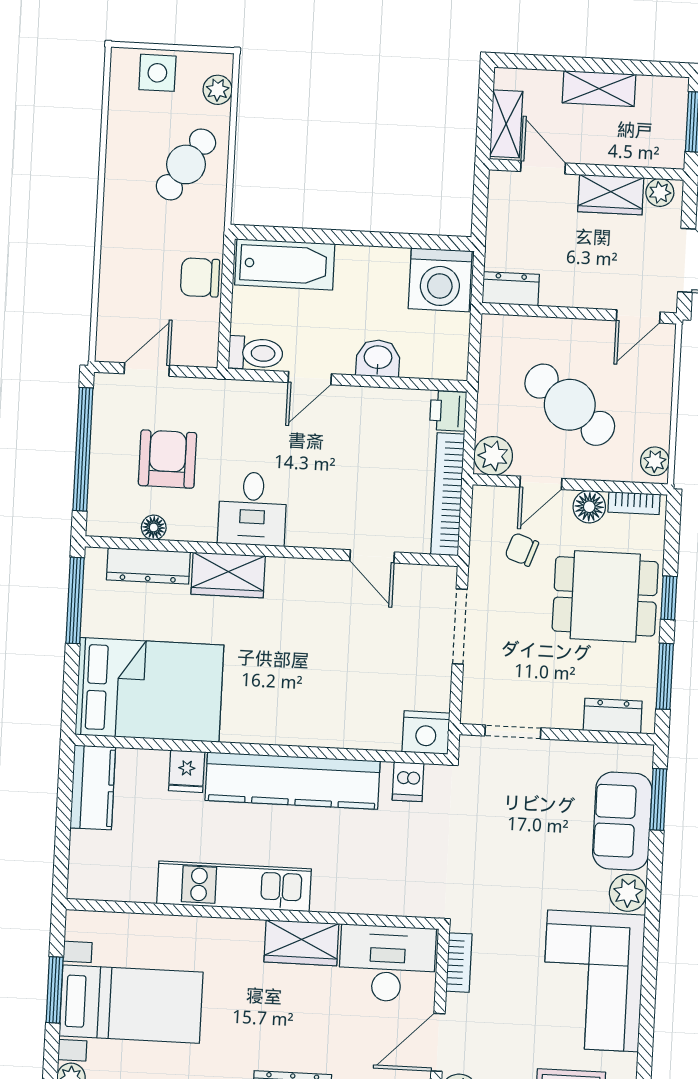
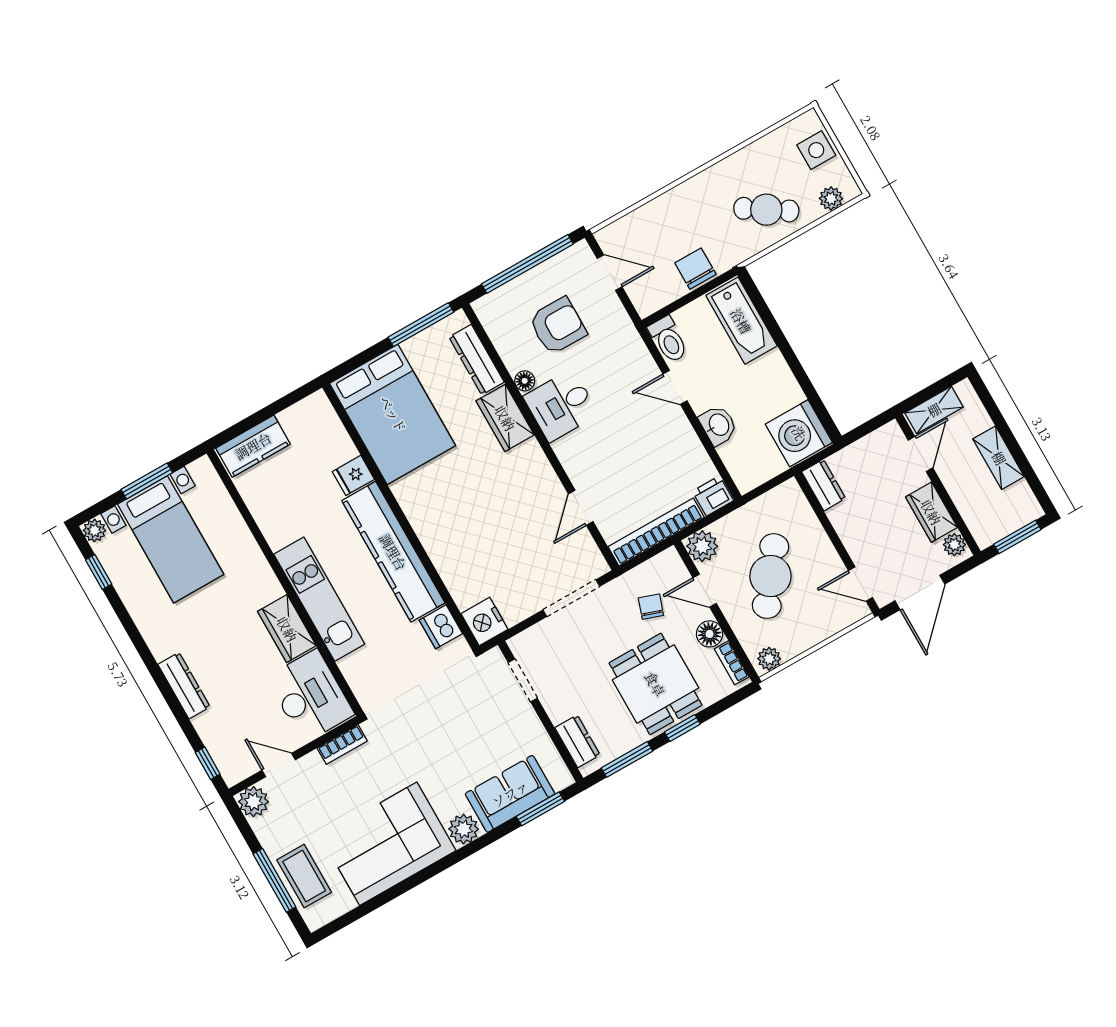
floor lamp: (154, 527) -> (525, 381), moved
dishwasher: (408, 782) -> (441, 627), width x1.38
kitchen counter: (93, 787) -> (253, 446), moved
kitchen unit: (234, 886) -> (319, 599), moved
door: (438, 1042) -> (279, 765), width x0.73

